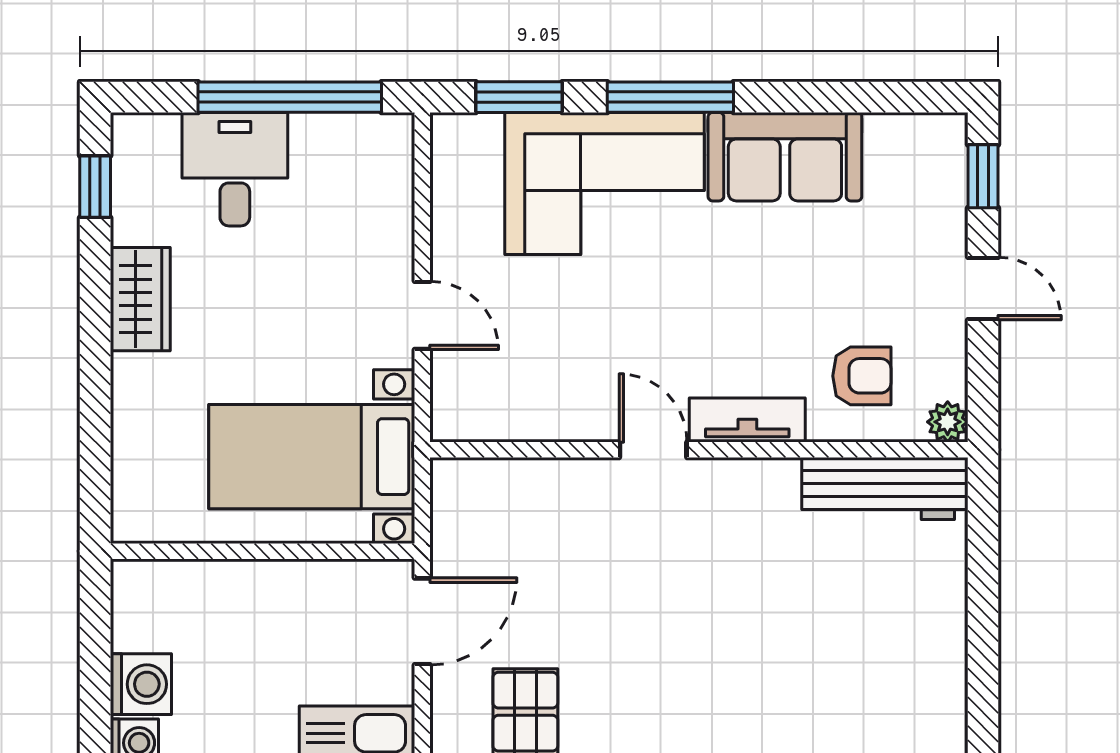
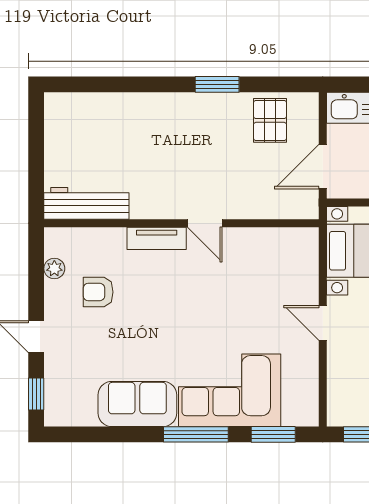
tv unit: (747, 420) -> (157, 238), moved
door: (653, 450) -> (205, 223), moved
wall: (699, 450) -> (181, 223), moved
workbench: (885, 488) -> (86, 203), moved

